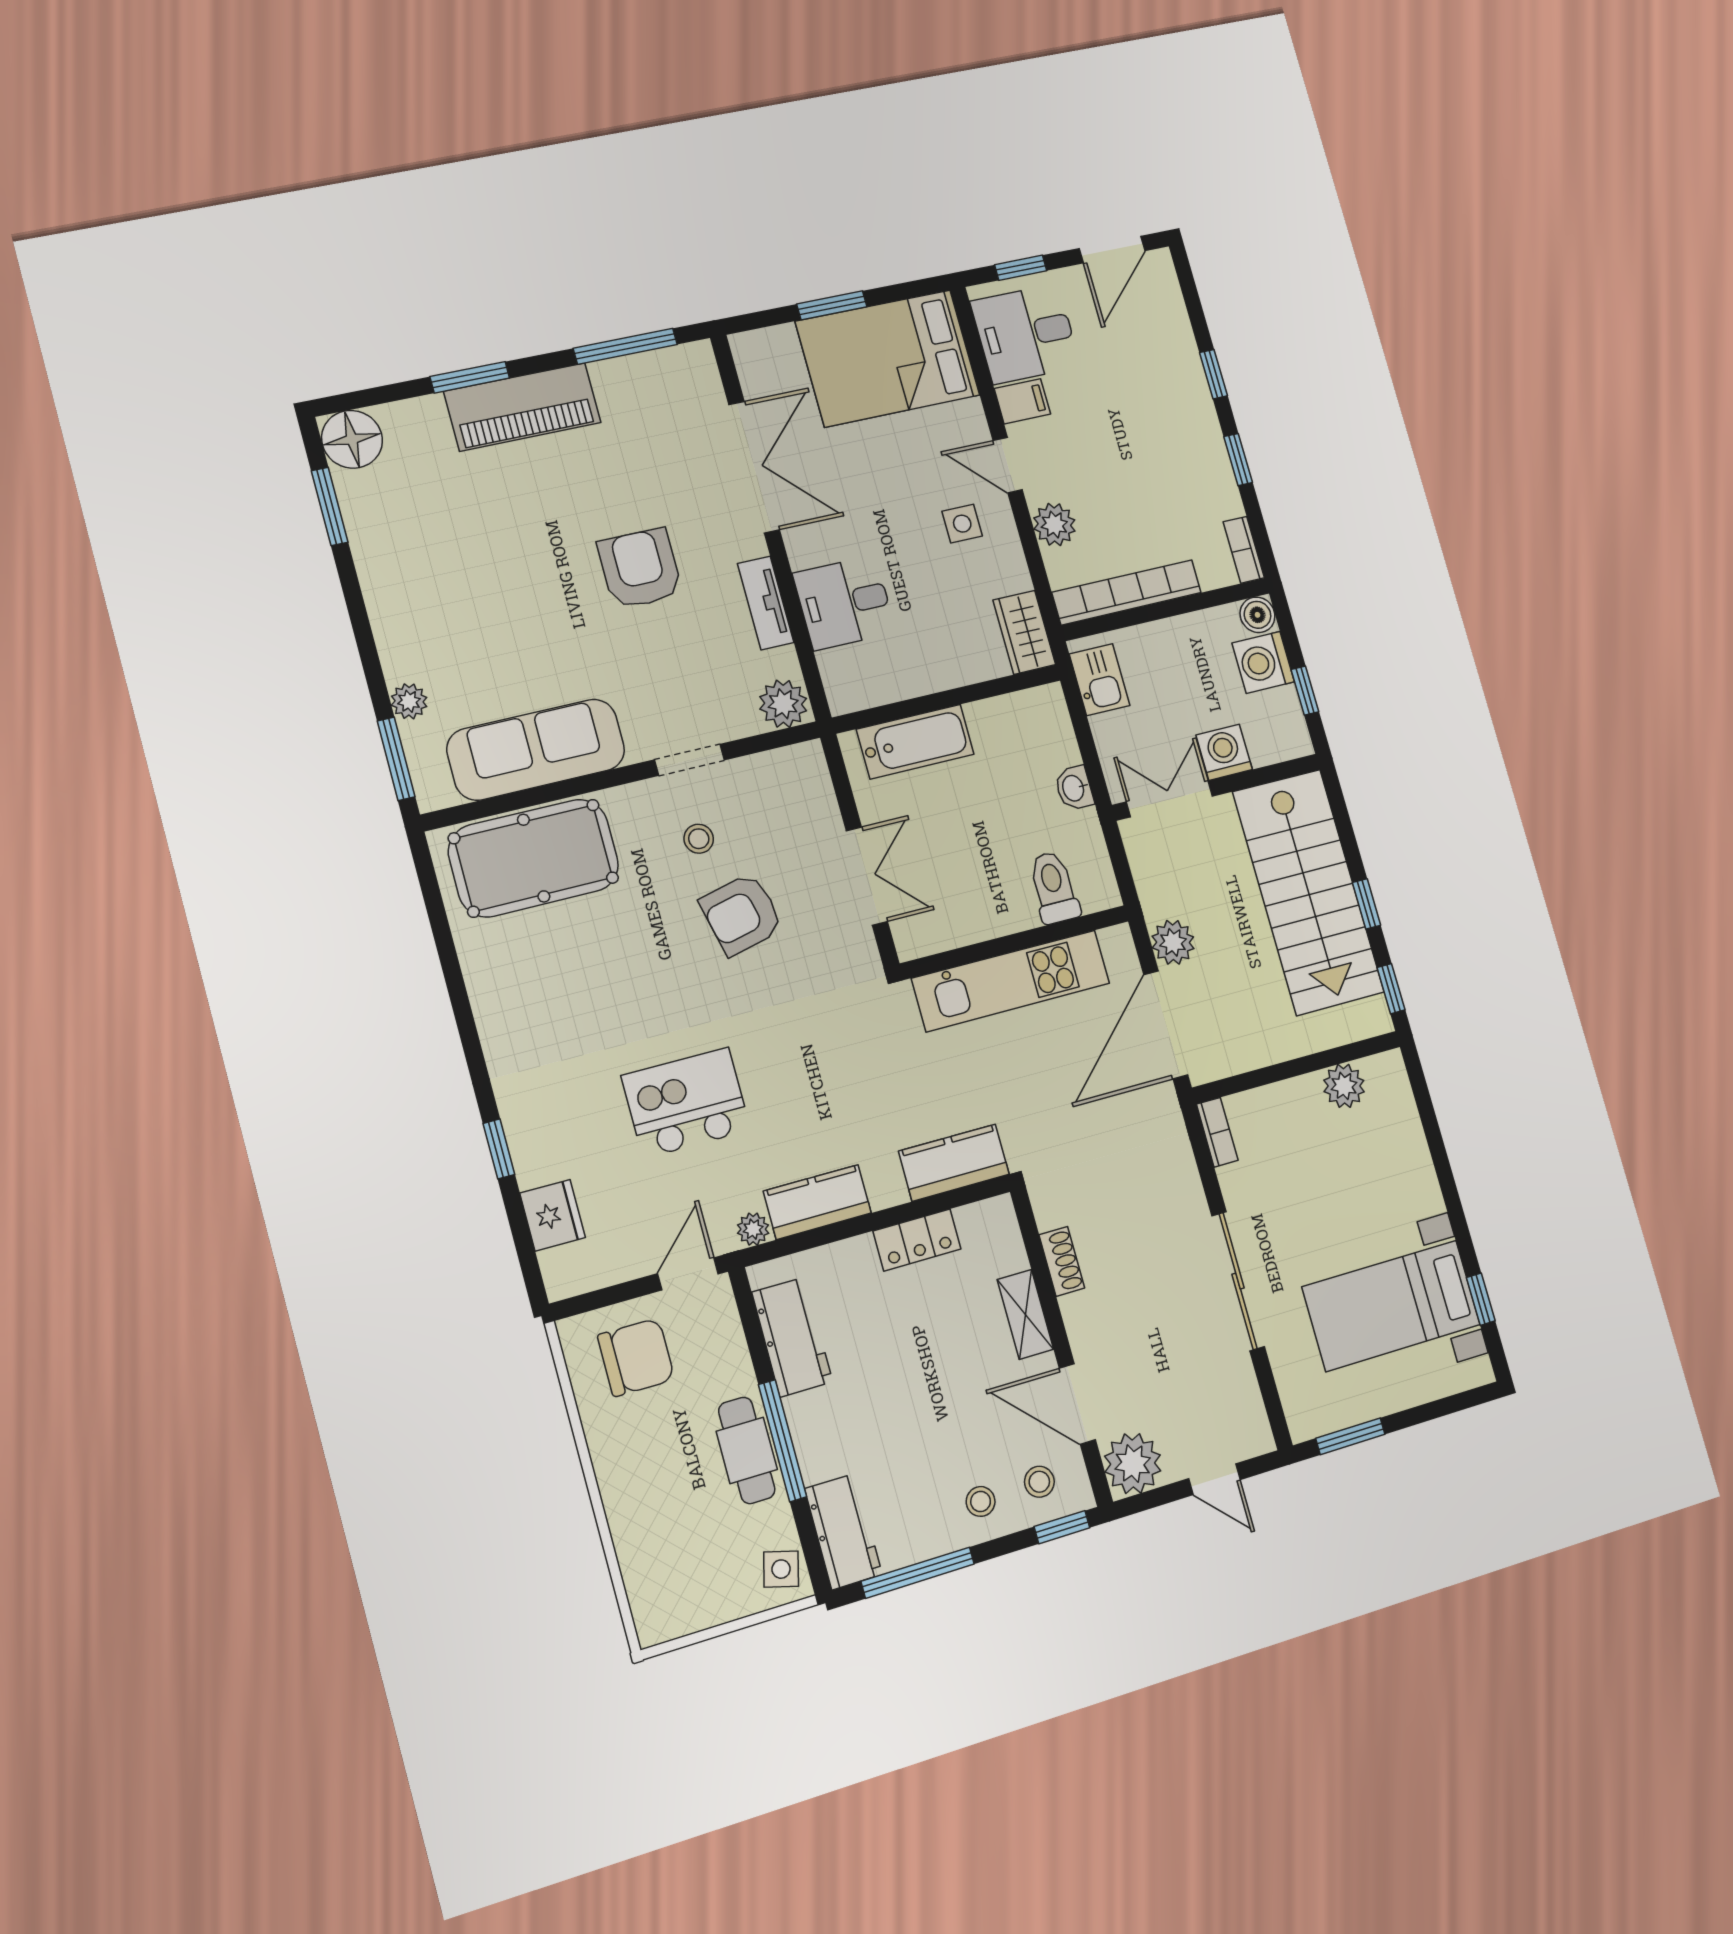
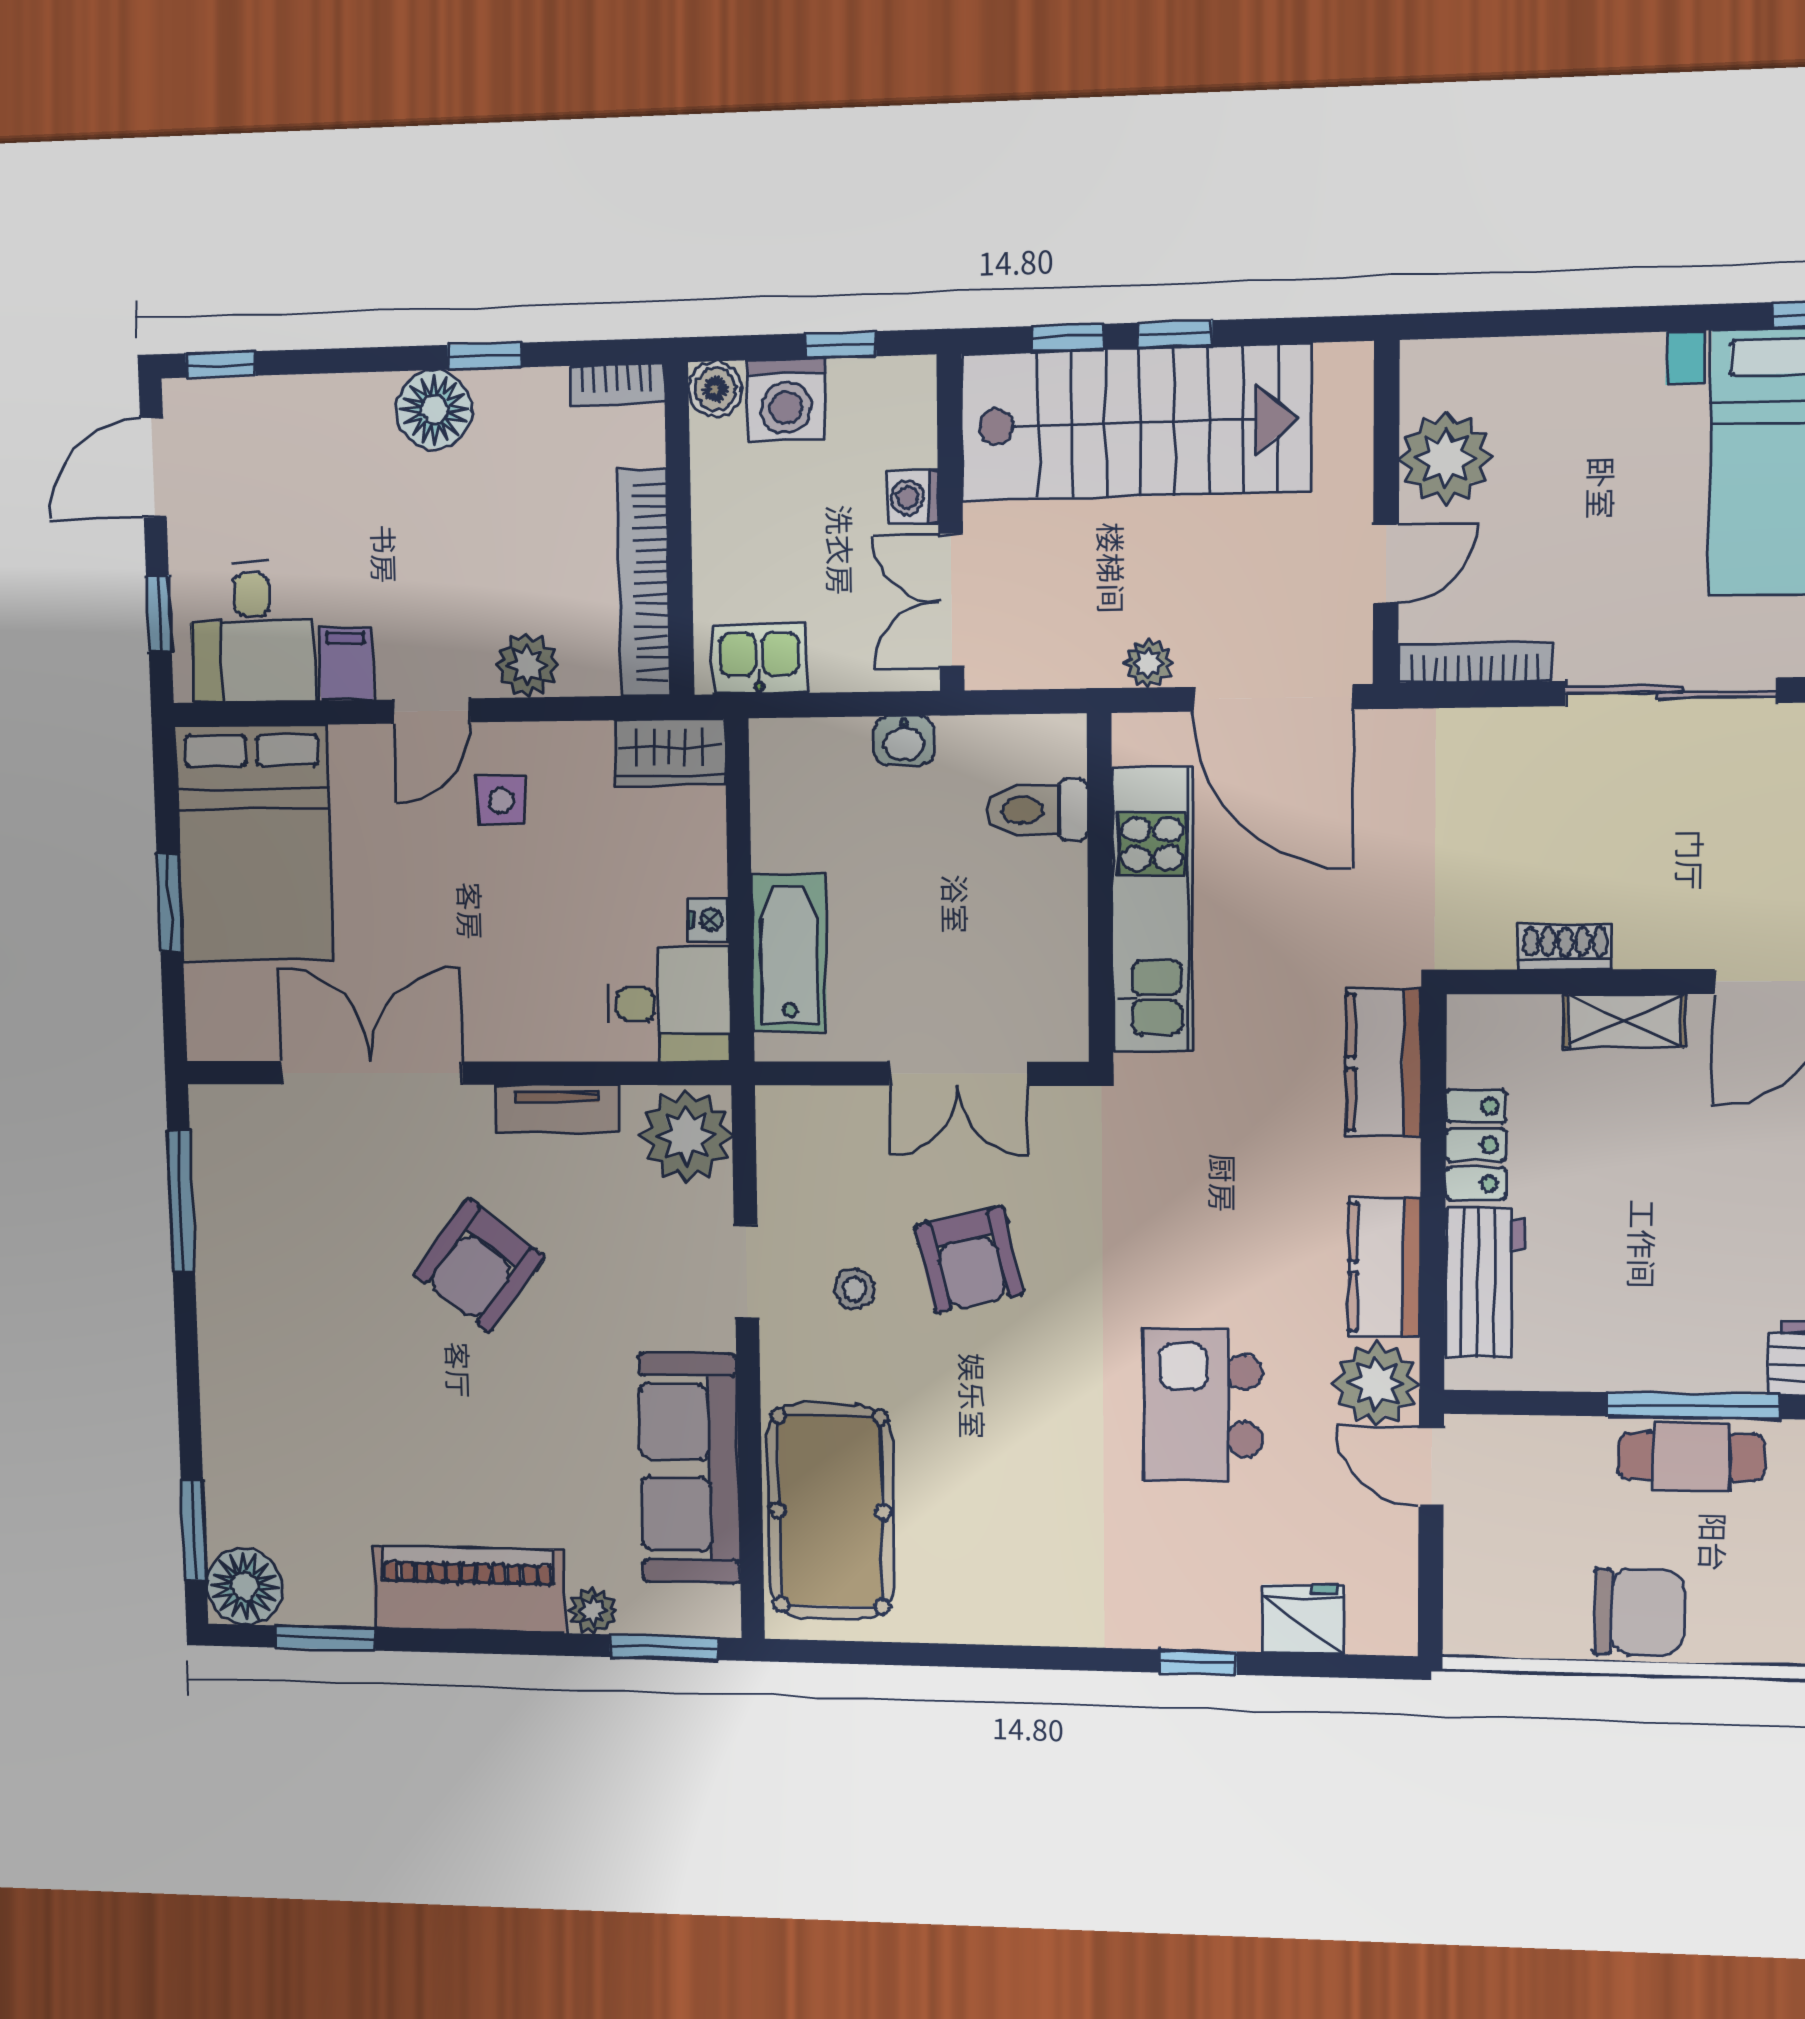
door: (1112, 250) -> (153, 468), swing flipped
window: (1213, 374) -> (221, 364), moved
window: (470, 377) -> (194, 1531), moved
piano: (523, 407) -> (469, 1589), moved, turned -90
floor lamp: (1197, 432) -> (434, 409), added
armchair: (640, 569) -> (479, 1265), turned -53
desk: (844, 603) -> (669, 1004), moved, turned -90
nightstand: (922, 682) -> (708, 920), added
plant: (783, 704) -> (686, 1136), width x1.36, depth x1.36
washing machine: (1224, 752) -> (912, 497), width x0.73, depth x0.73
double door: (867, 876) -> (958, 1074), swing flipped
plant: (1173, 942) -> (1148, 663), width x0.73, depth x0.73
window: (1391, 989) -> (1067, 338), moved
door: (1266, 1076) -> (1386, 564), added
plant: (1344, 1086) -> (1446, 458), width x1.36, depth x1.36
bookcase: (1217, 1132) -> (1475, 663), width x1.56
plant: (753, 1229) -> (1376, 1384), width x1.88, depth x1.88
workbench: (792, 1337) -> (1484, 1282), moved, turned 90
chair: (636, 1357) -> (1639, 1612), moved, turned 90

